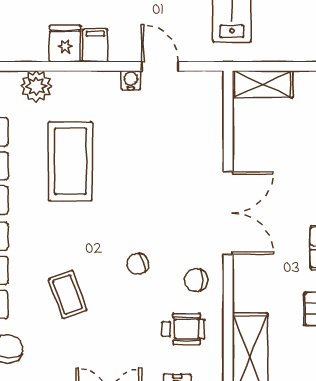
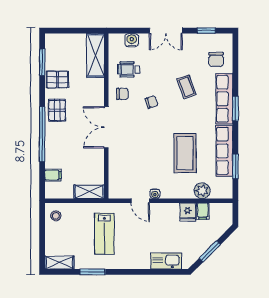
filing cabinet: (95, 45) -> (203, 211), moved

